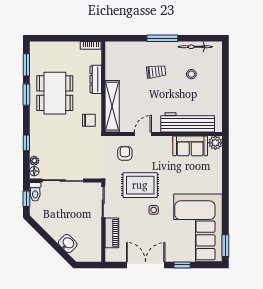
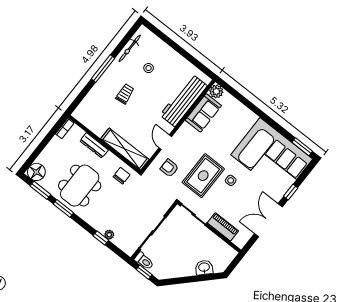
dining table: (55, 93) -> (80, 186), turned 90
plant: (34, 161) -> (109, 235), moved
floor lamp: (34, 171) -> (36, 172), moved, width x1.89, depth x1.89

